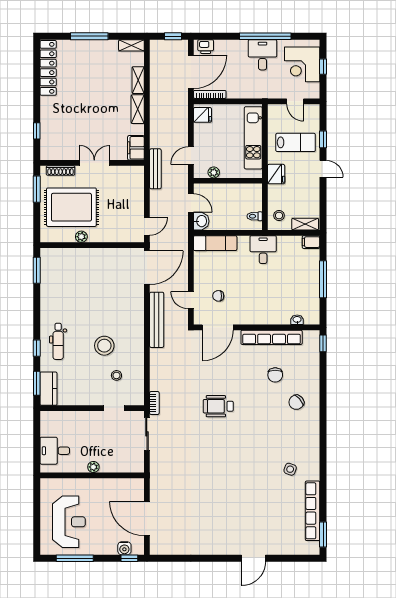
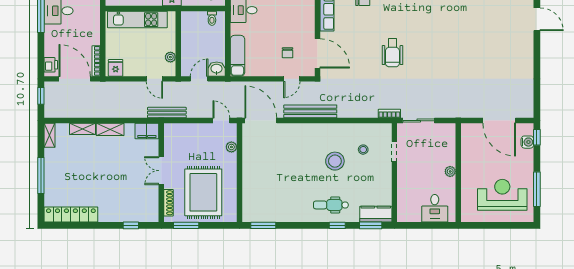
plant: (81, 237) -> (231, 147), moved
dental chair: (58, 341) -> (331, 205), turned 180
door: (147, 519) -> (499, 121), hinge flipped

